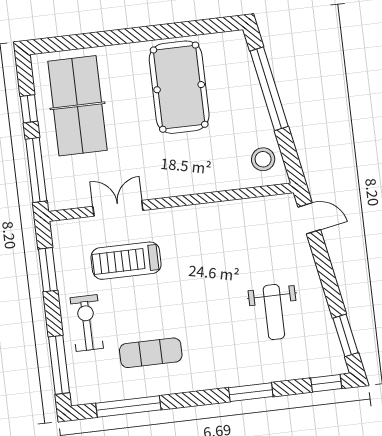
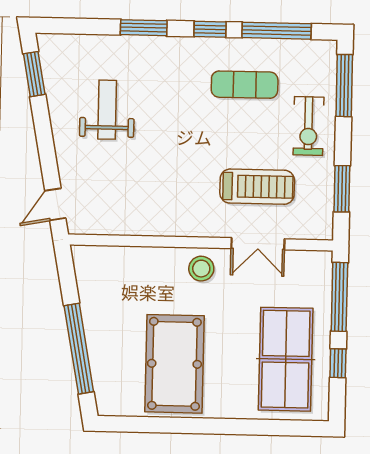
stool: (263, 159) -> (201, 269), moved
door: (309, 218) -> (55, 204), hinge flipped
window: (326, 383) -> (210, 29), moved

